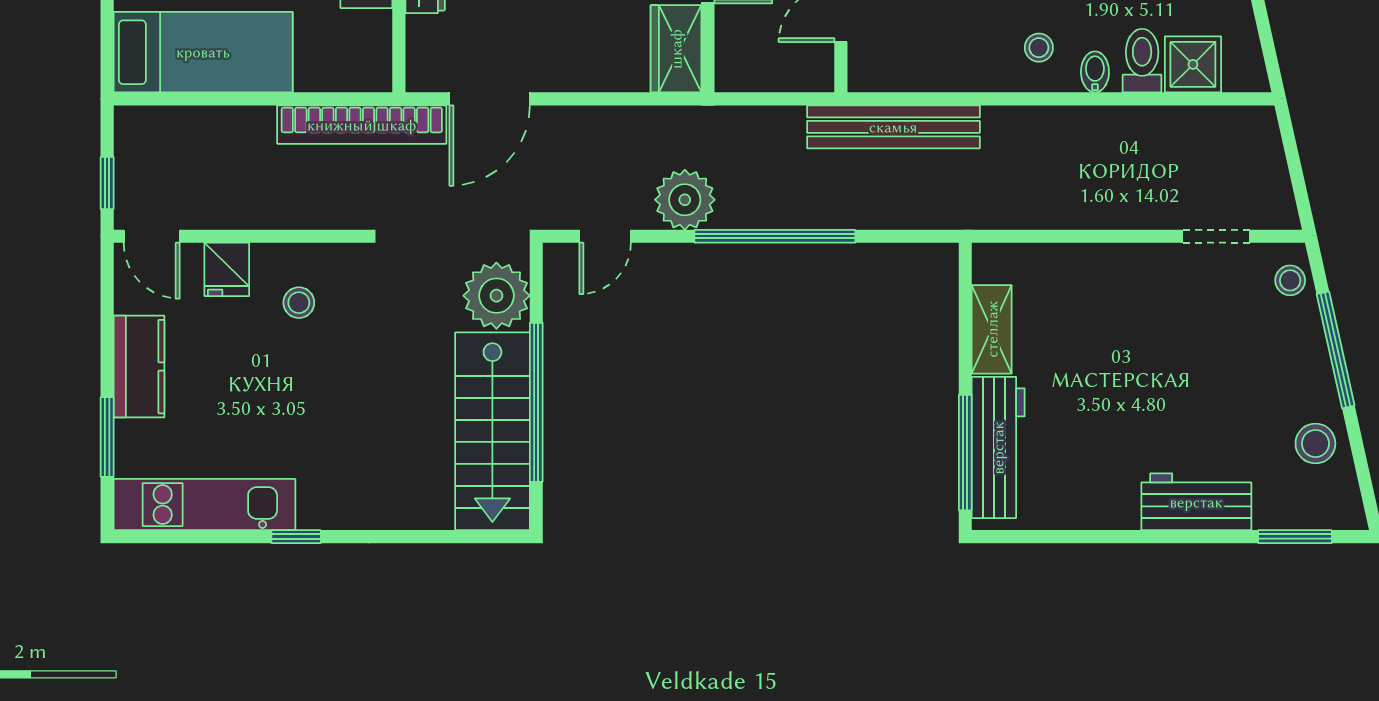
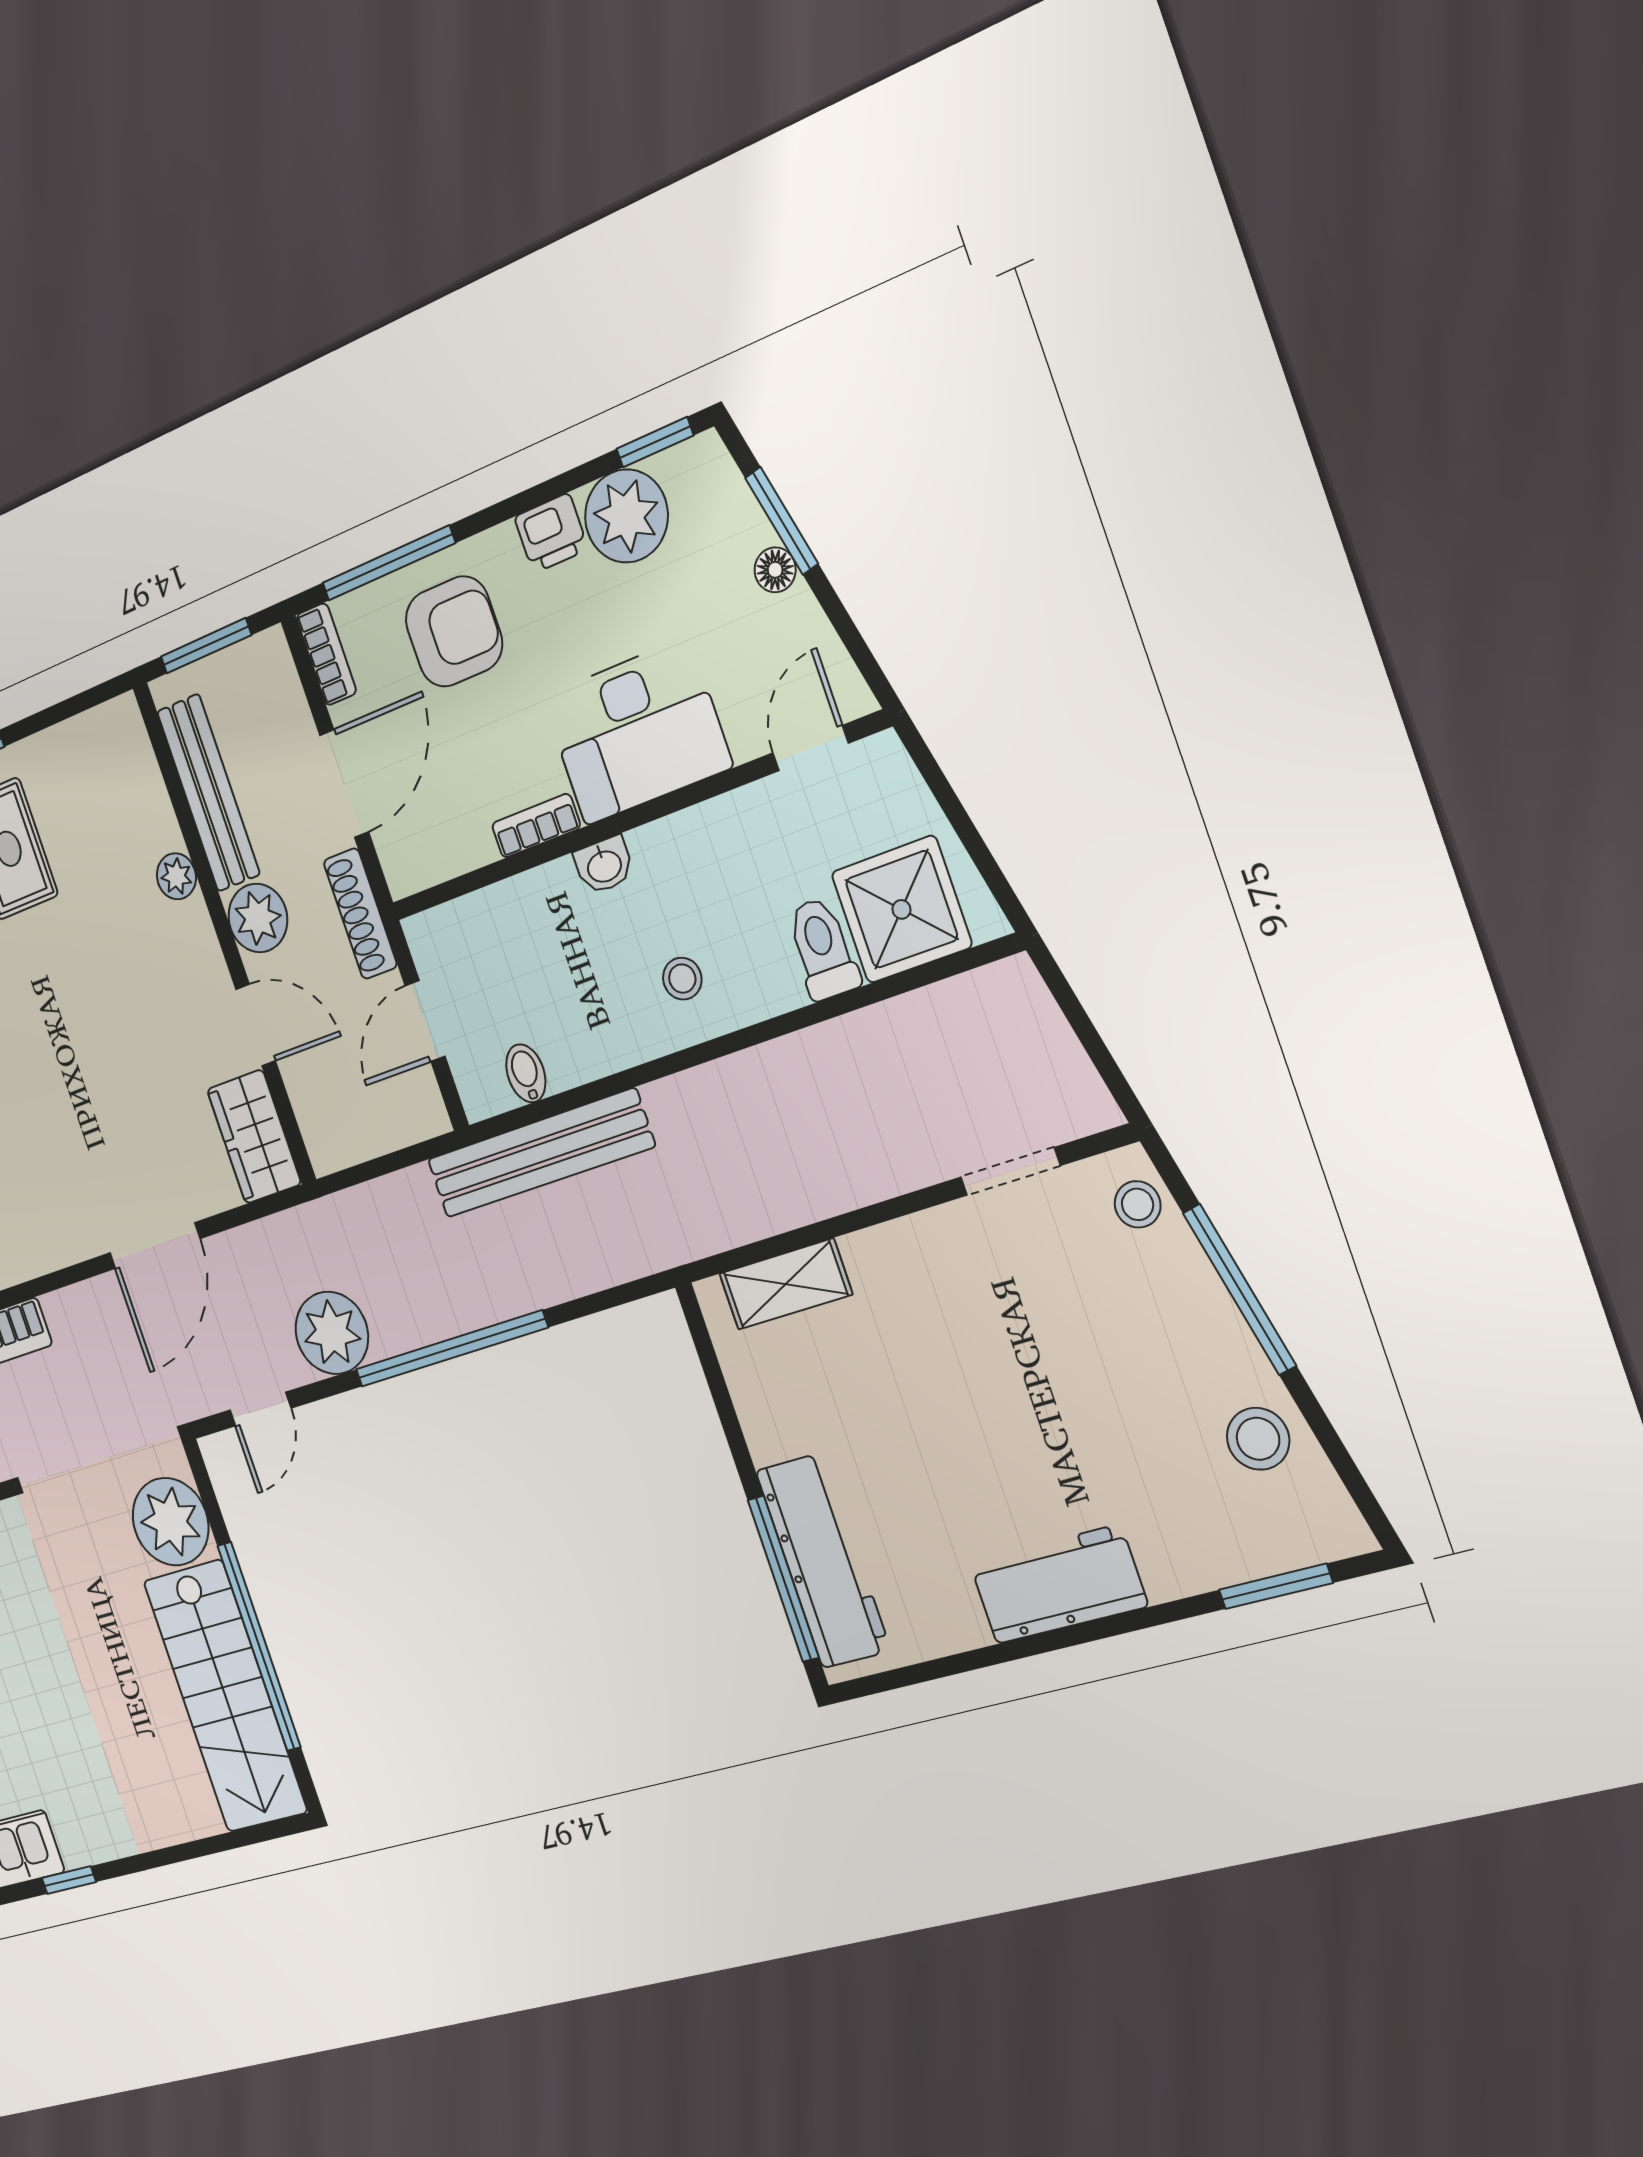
shower: (1193, 64) -> (901, 909), width x1.36, depth x1.36
bidet: (1095, 72) -> (526, 1073), moved
door: (490, 99) -> (155, 1246), moved
shelving: (992, 329) -> (786, 1284), moved, turned 90
workbench: (1196, 502) -> (1058, 1584), moved

